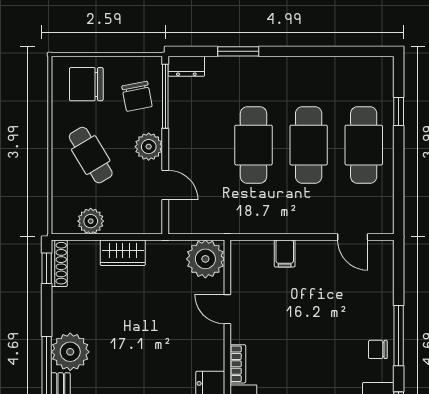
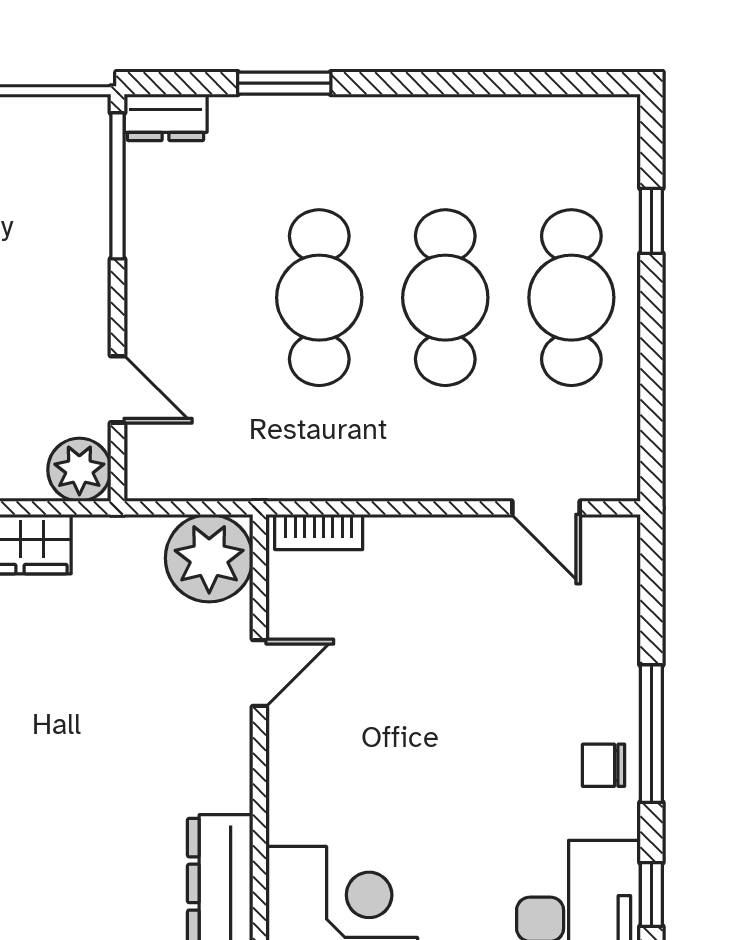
chair: (137, 96) -> (53, 186), removed
plant: (149, 147) -> (79, 470), moved
filing cabinet: (285, 253) -> (391, 546), removed
door: (227, 309) -> (259, 673), swing flipped
bookcase: (238, 364) -> (319, 532), moved, turned 90

